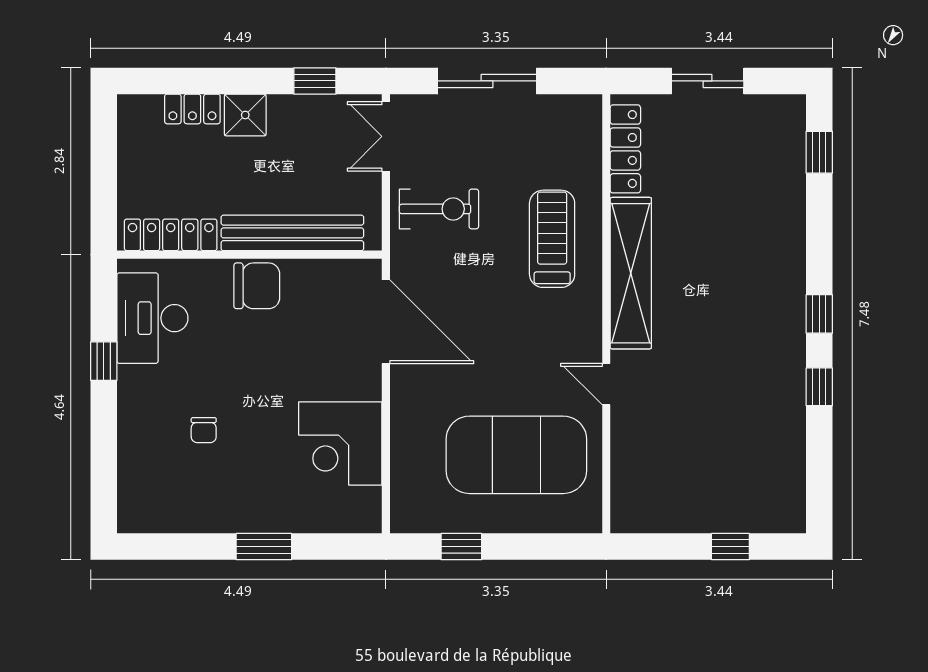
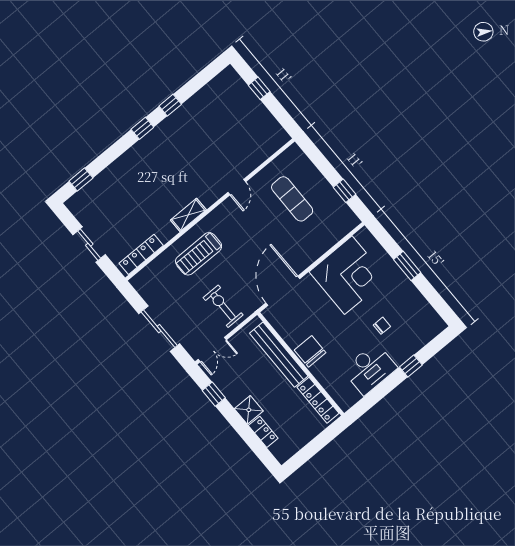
shelving: (631, 273) -> (188, 215), width x0.45, depth x0.75
desk: (152, 318) -> (370, 369), moved
window: (104, 361) -> (411, 366), moved
corner desk: (340, 443) -> (348, 275), width x1.36, depth x1.36
exercise mat: (516, 455) -> (292, 199), width x0.50, depth x0.69

